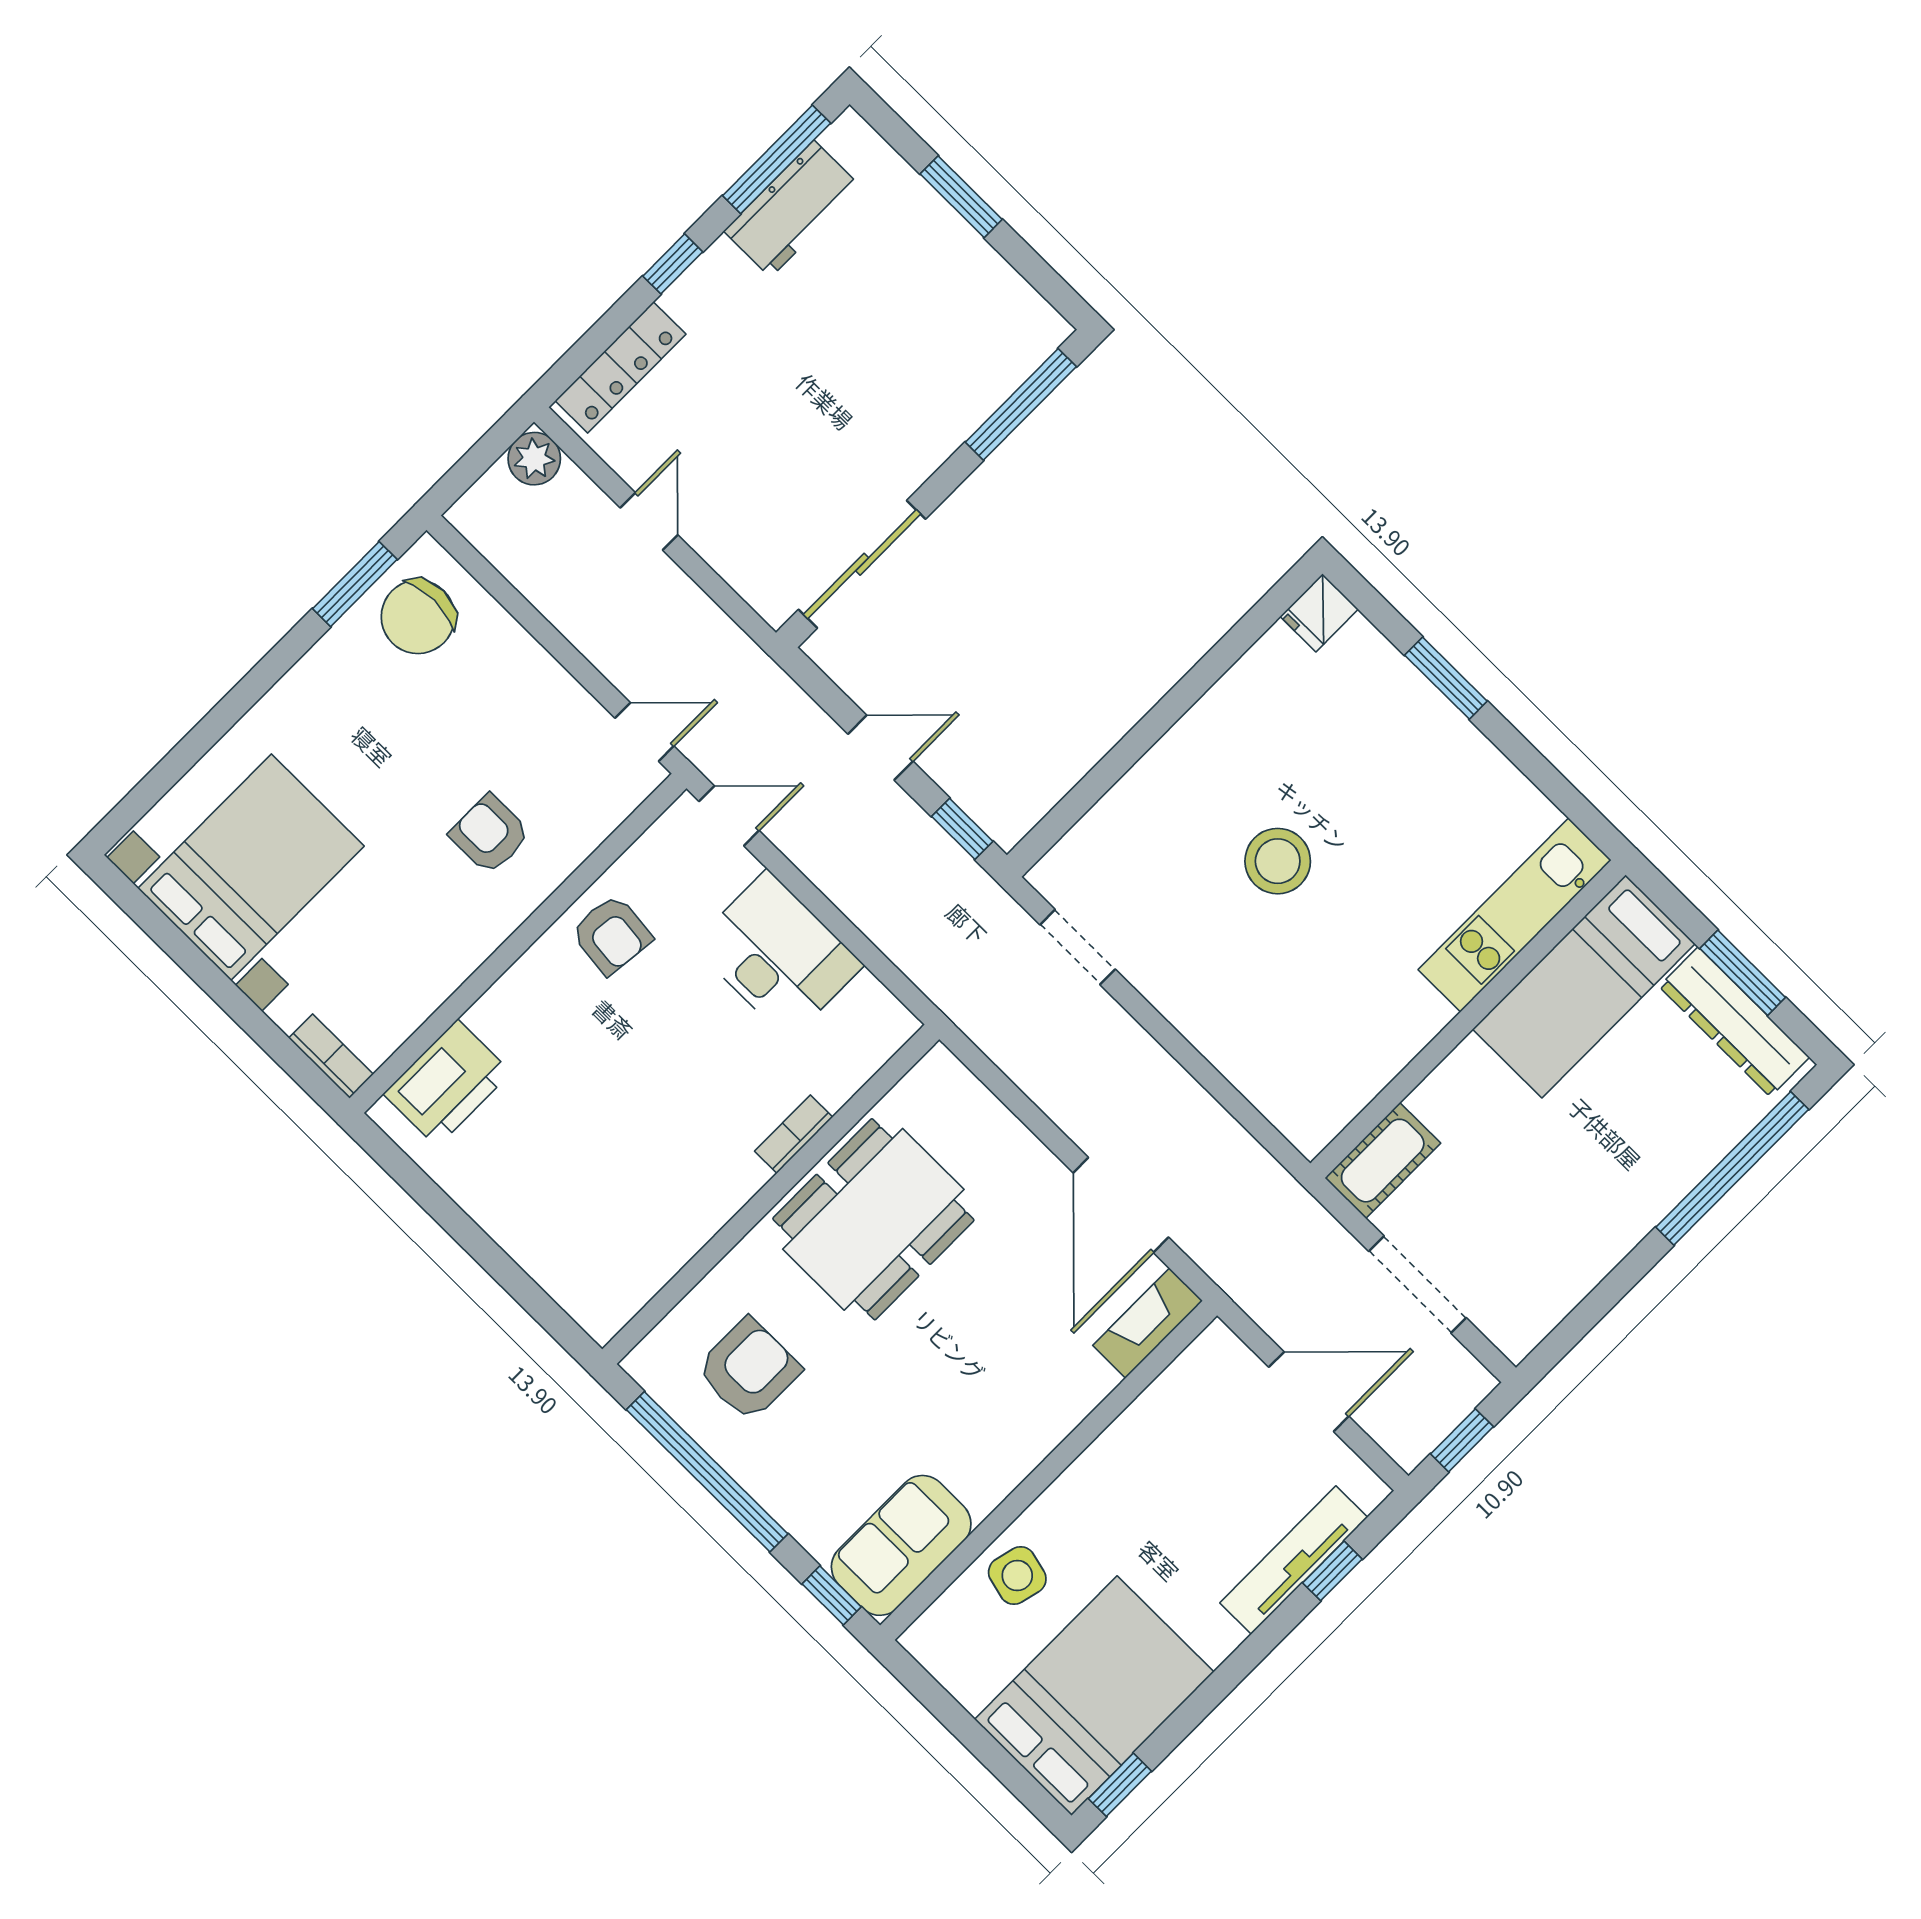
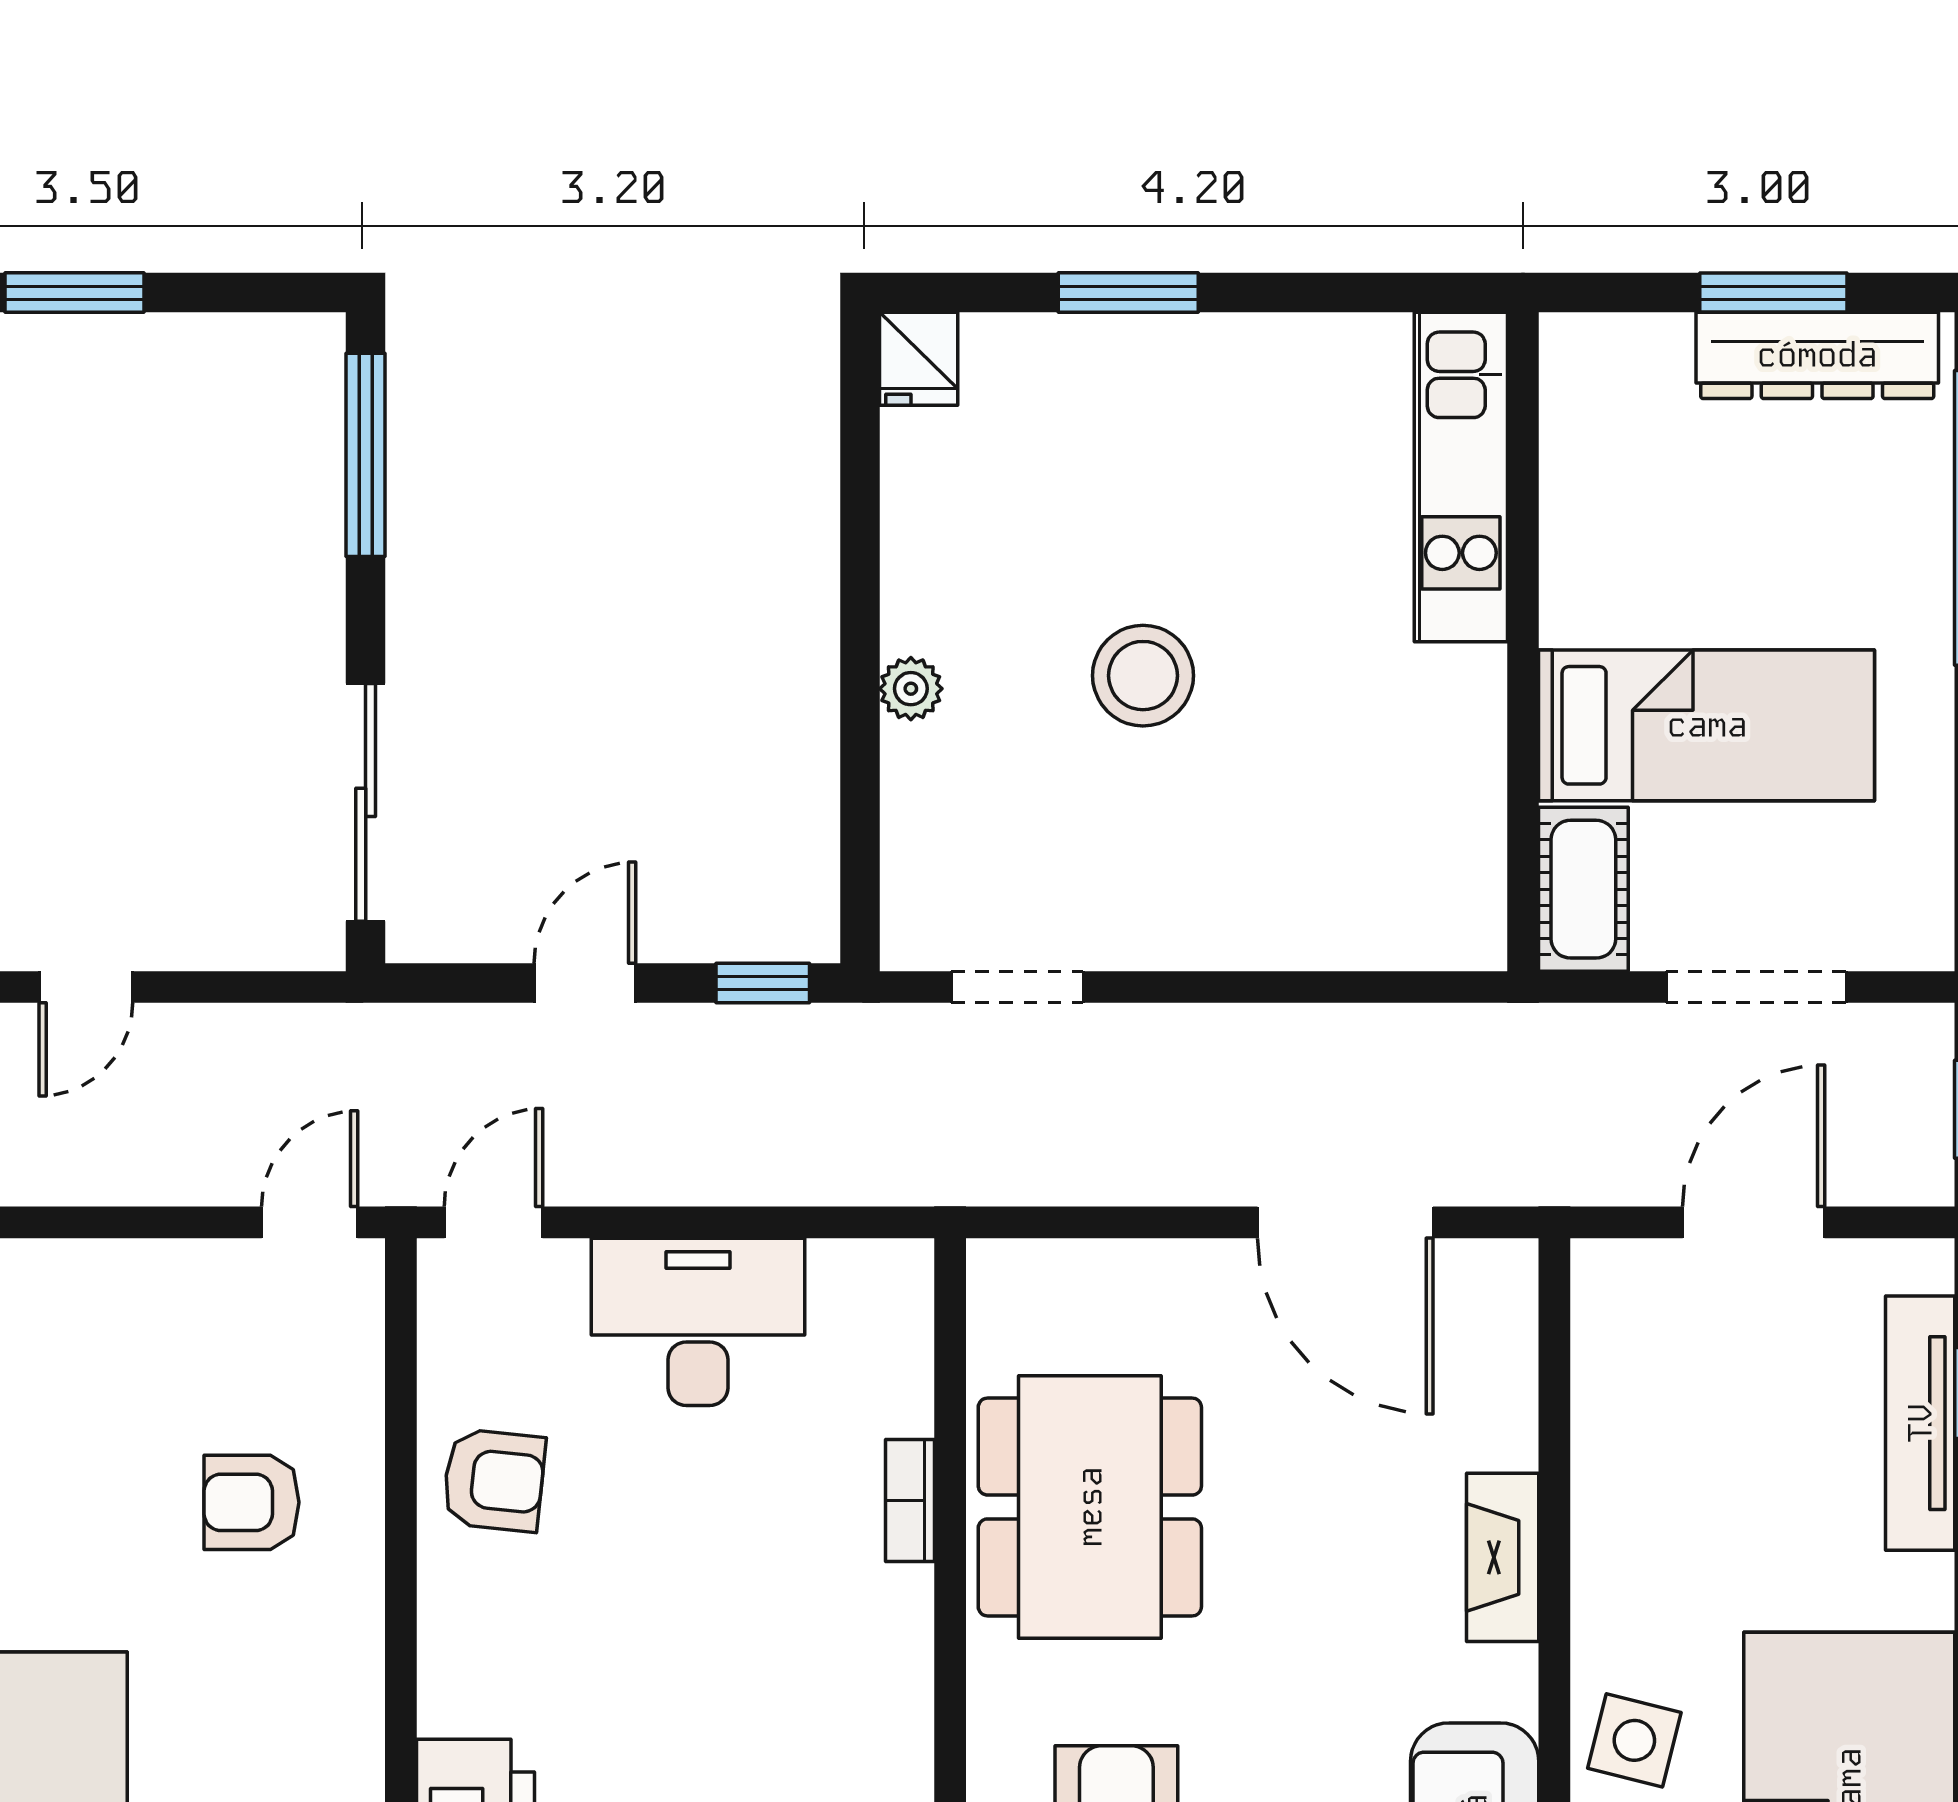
door: (649, 521) -> (86, 987), swing flipped
plant: (1165, 761) -> (911, 689), added
bed: (1584, 986) -> (1707, 725), moved, turned -90
fireplace: (1148, 1323) -> (1503, 1557), moved

